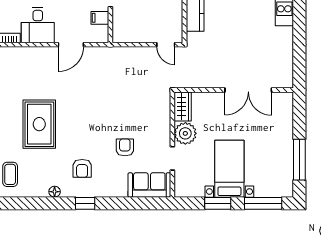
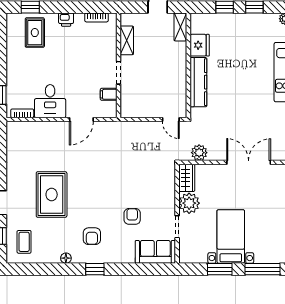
plant: (196, 80) -> (199, 153), added
double door: (248, 90) -> (249, 162), swing flipped

